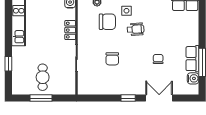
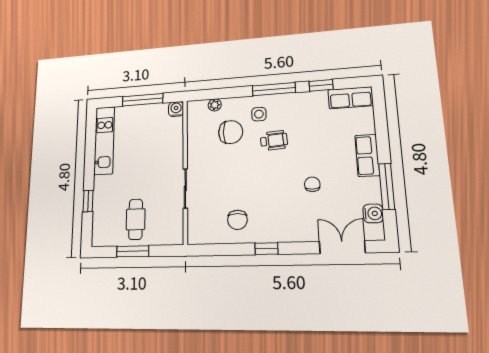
locker: (70, 30) -> (176, 148), removed
chair: (112, 59) -> (237, 220), moved
row of seats: (192, 59) -> (367, 155), moved
double door: (159, 98) -> (342, 247), moved

